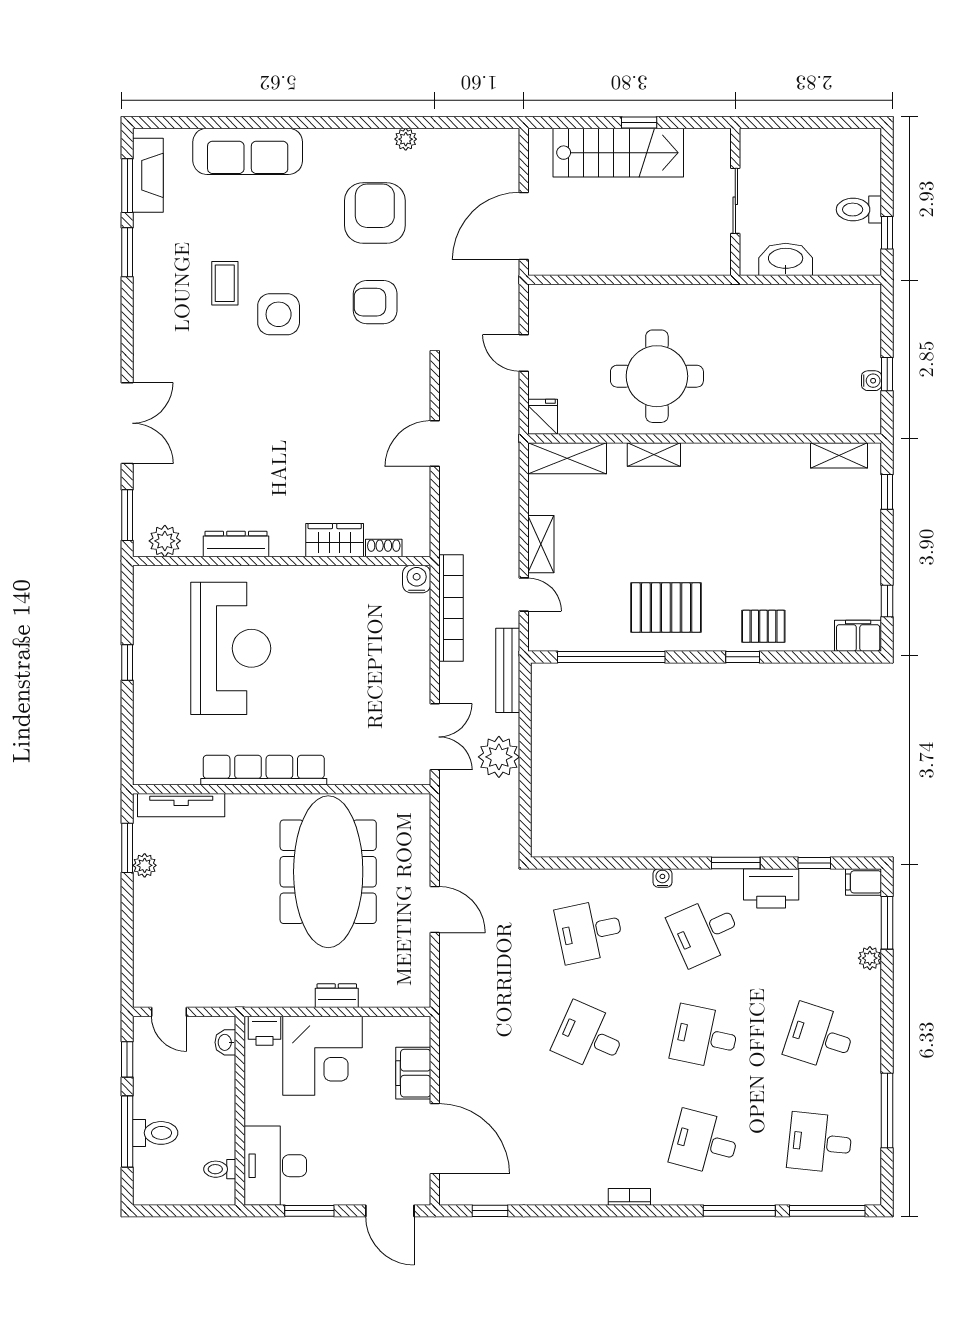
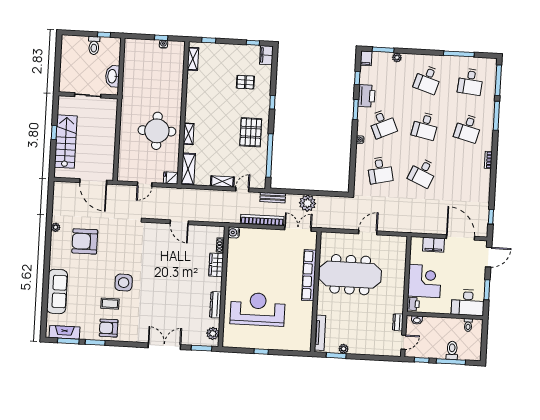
armchair: (375, 302) -> (109, 328), moved, turned 90
bookcase: (451, 608) -> (262, 220), moved
pallet: (763, 626) -> (245, 82), moved, turned 90
bench: (508, 670) -> (273, 198), width x0.73
row of seats: (264, 770) -> (309, 275), moved
dresser: (337, 996) -> (398, 322), moved
door: (435, 1139) -> (460, 237), hinge flipped

